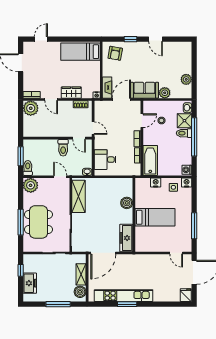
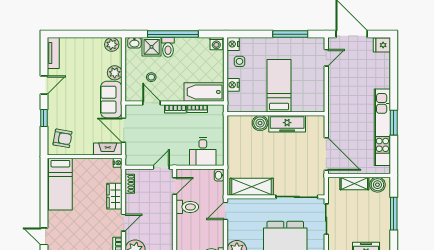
tv unit: (180, 46) -> (53, 53), added
plant: (186, 79) -> (112, 44), moved
freezer: (126, 238) -> (287, 124), moved

